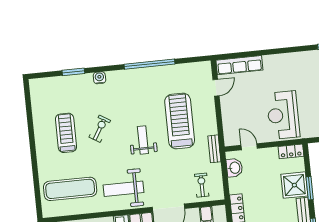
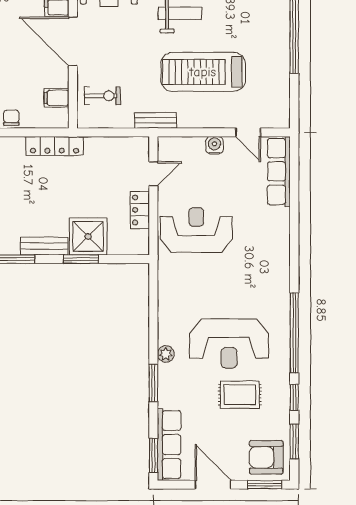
water cooler: (227, 109) -> (215, 145), added
treadmill: (180, 121) -> (203, 72), turned 180
locker: (291, 151) -> (140, 210), moved
washbasin: (234, 168) -> (124, 148), removed

